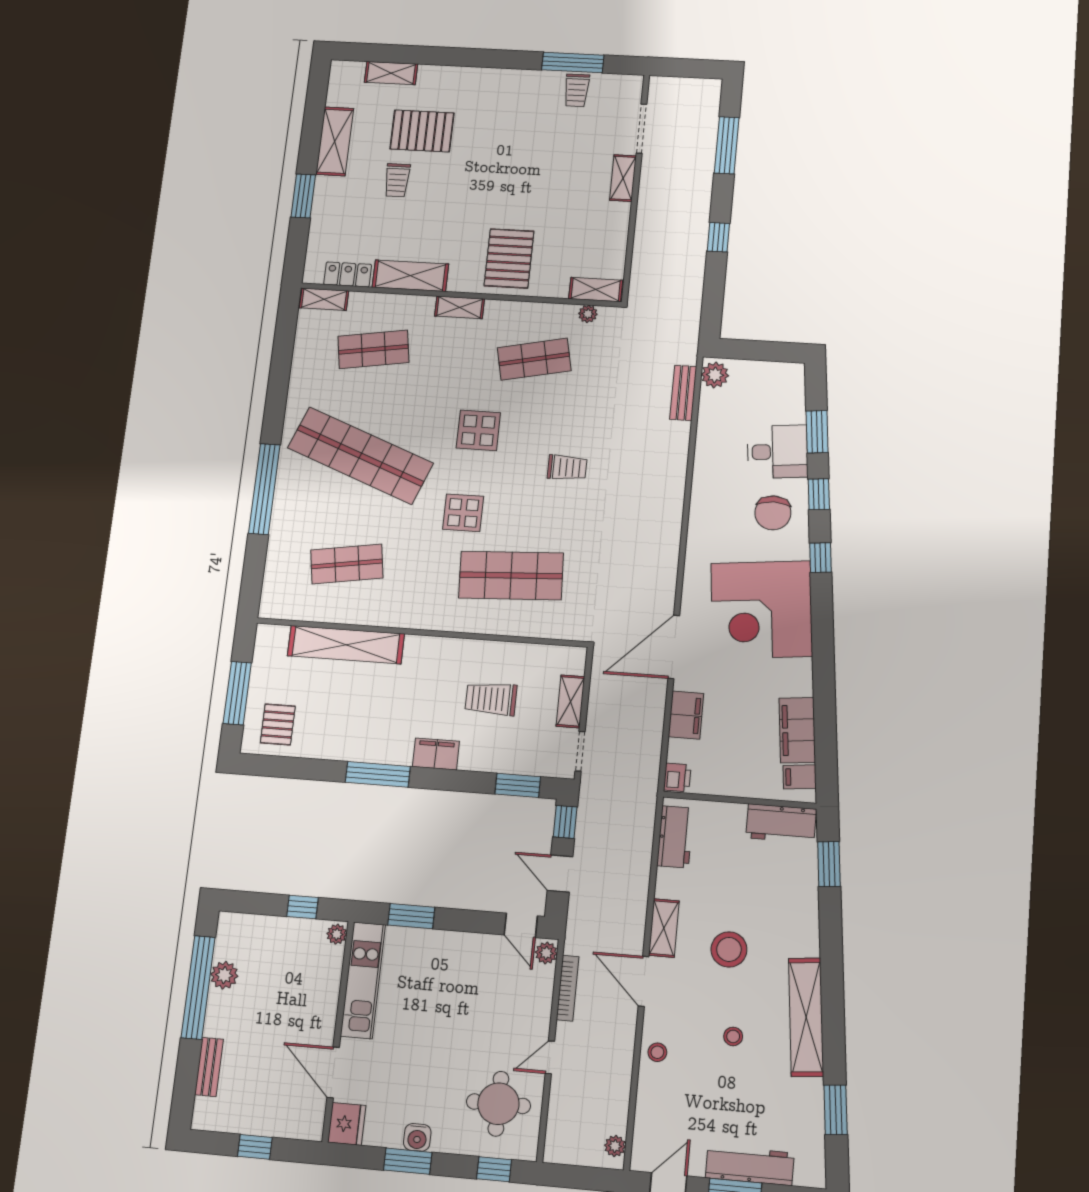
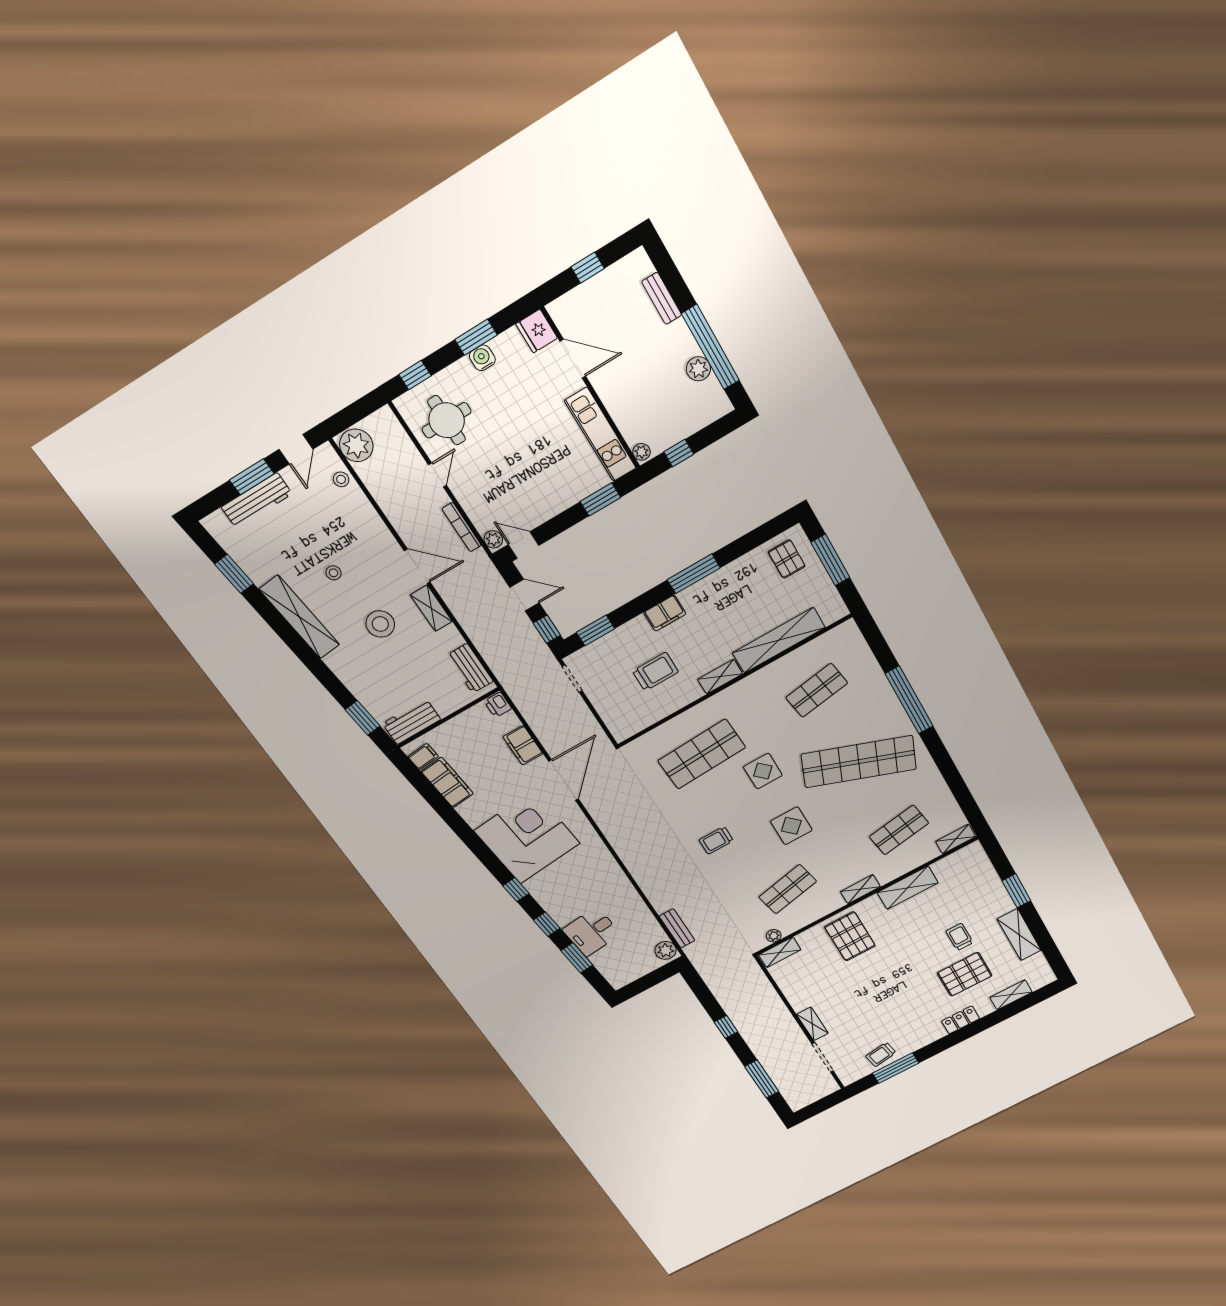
trolley: (577, 90) -> (881, 1054), turned -99
locker: (348, 274) -> (961, 1020), moved, turned 180
chair: (773, 513) -> (566, 896), removed
shelving: (570, 701) -> (720, 677), moved, turned 90
stool: (657, 1052) -> (341, 479), moved
plant: (615, 1146) -> (356, 445), width x1.87, depth x1.87

